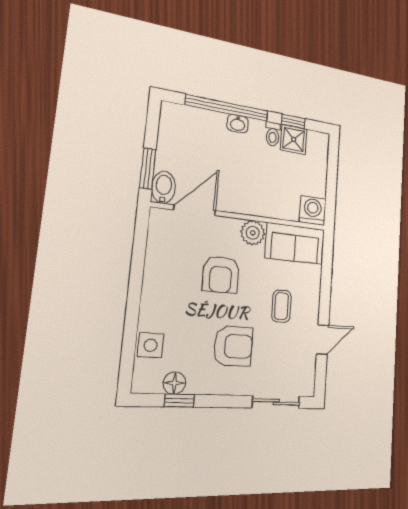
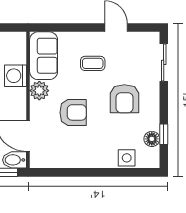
washing machine: (313, 210) -> (15, 76), moved
armchair: (233, 346) -> (124, 99), turned 180

